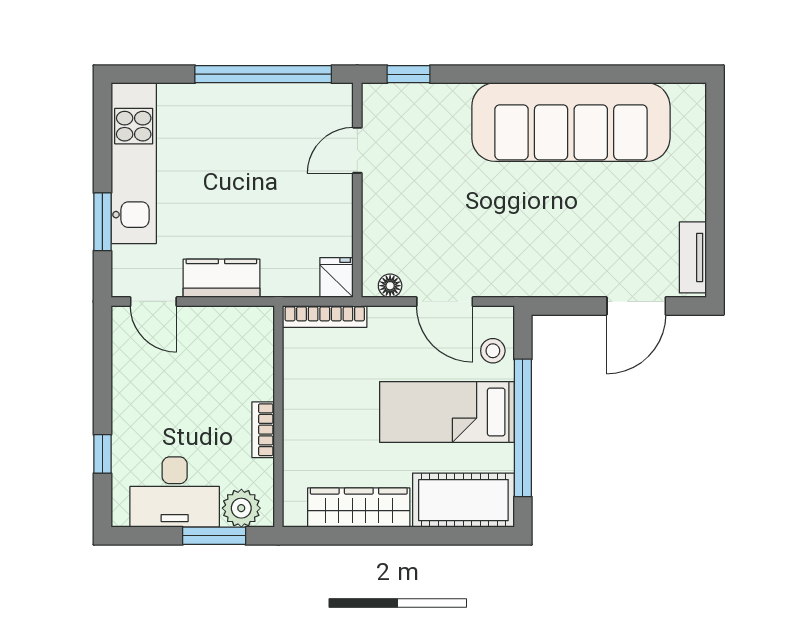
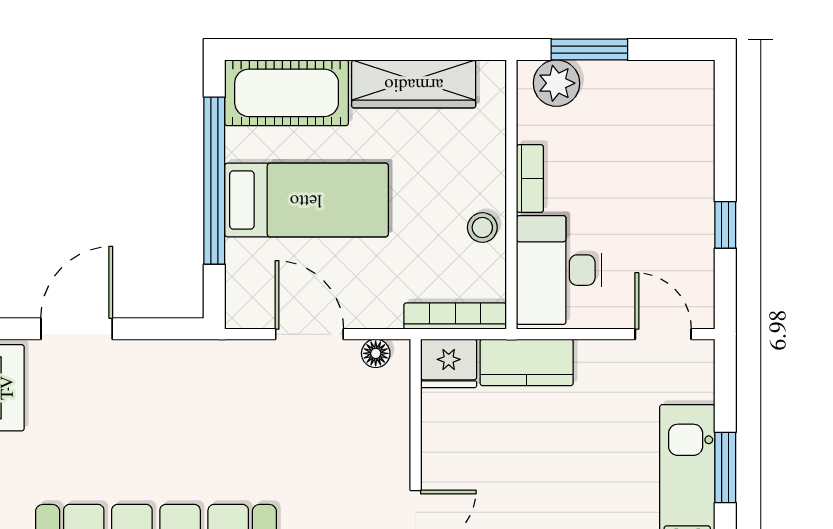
window: (102, 222) -> (725, 467), moved
kitchen counter: (221, 278) -> (527, 362), moved
fridge: (336, 278) -> (449, 363), width x1.38
stool: (493, 351) -> (482, 228), moved
window: (102, 454) -> (725, 225), moved
desk: (175, 492) -> (559, 270), moved, turned -90

